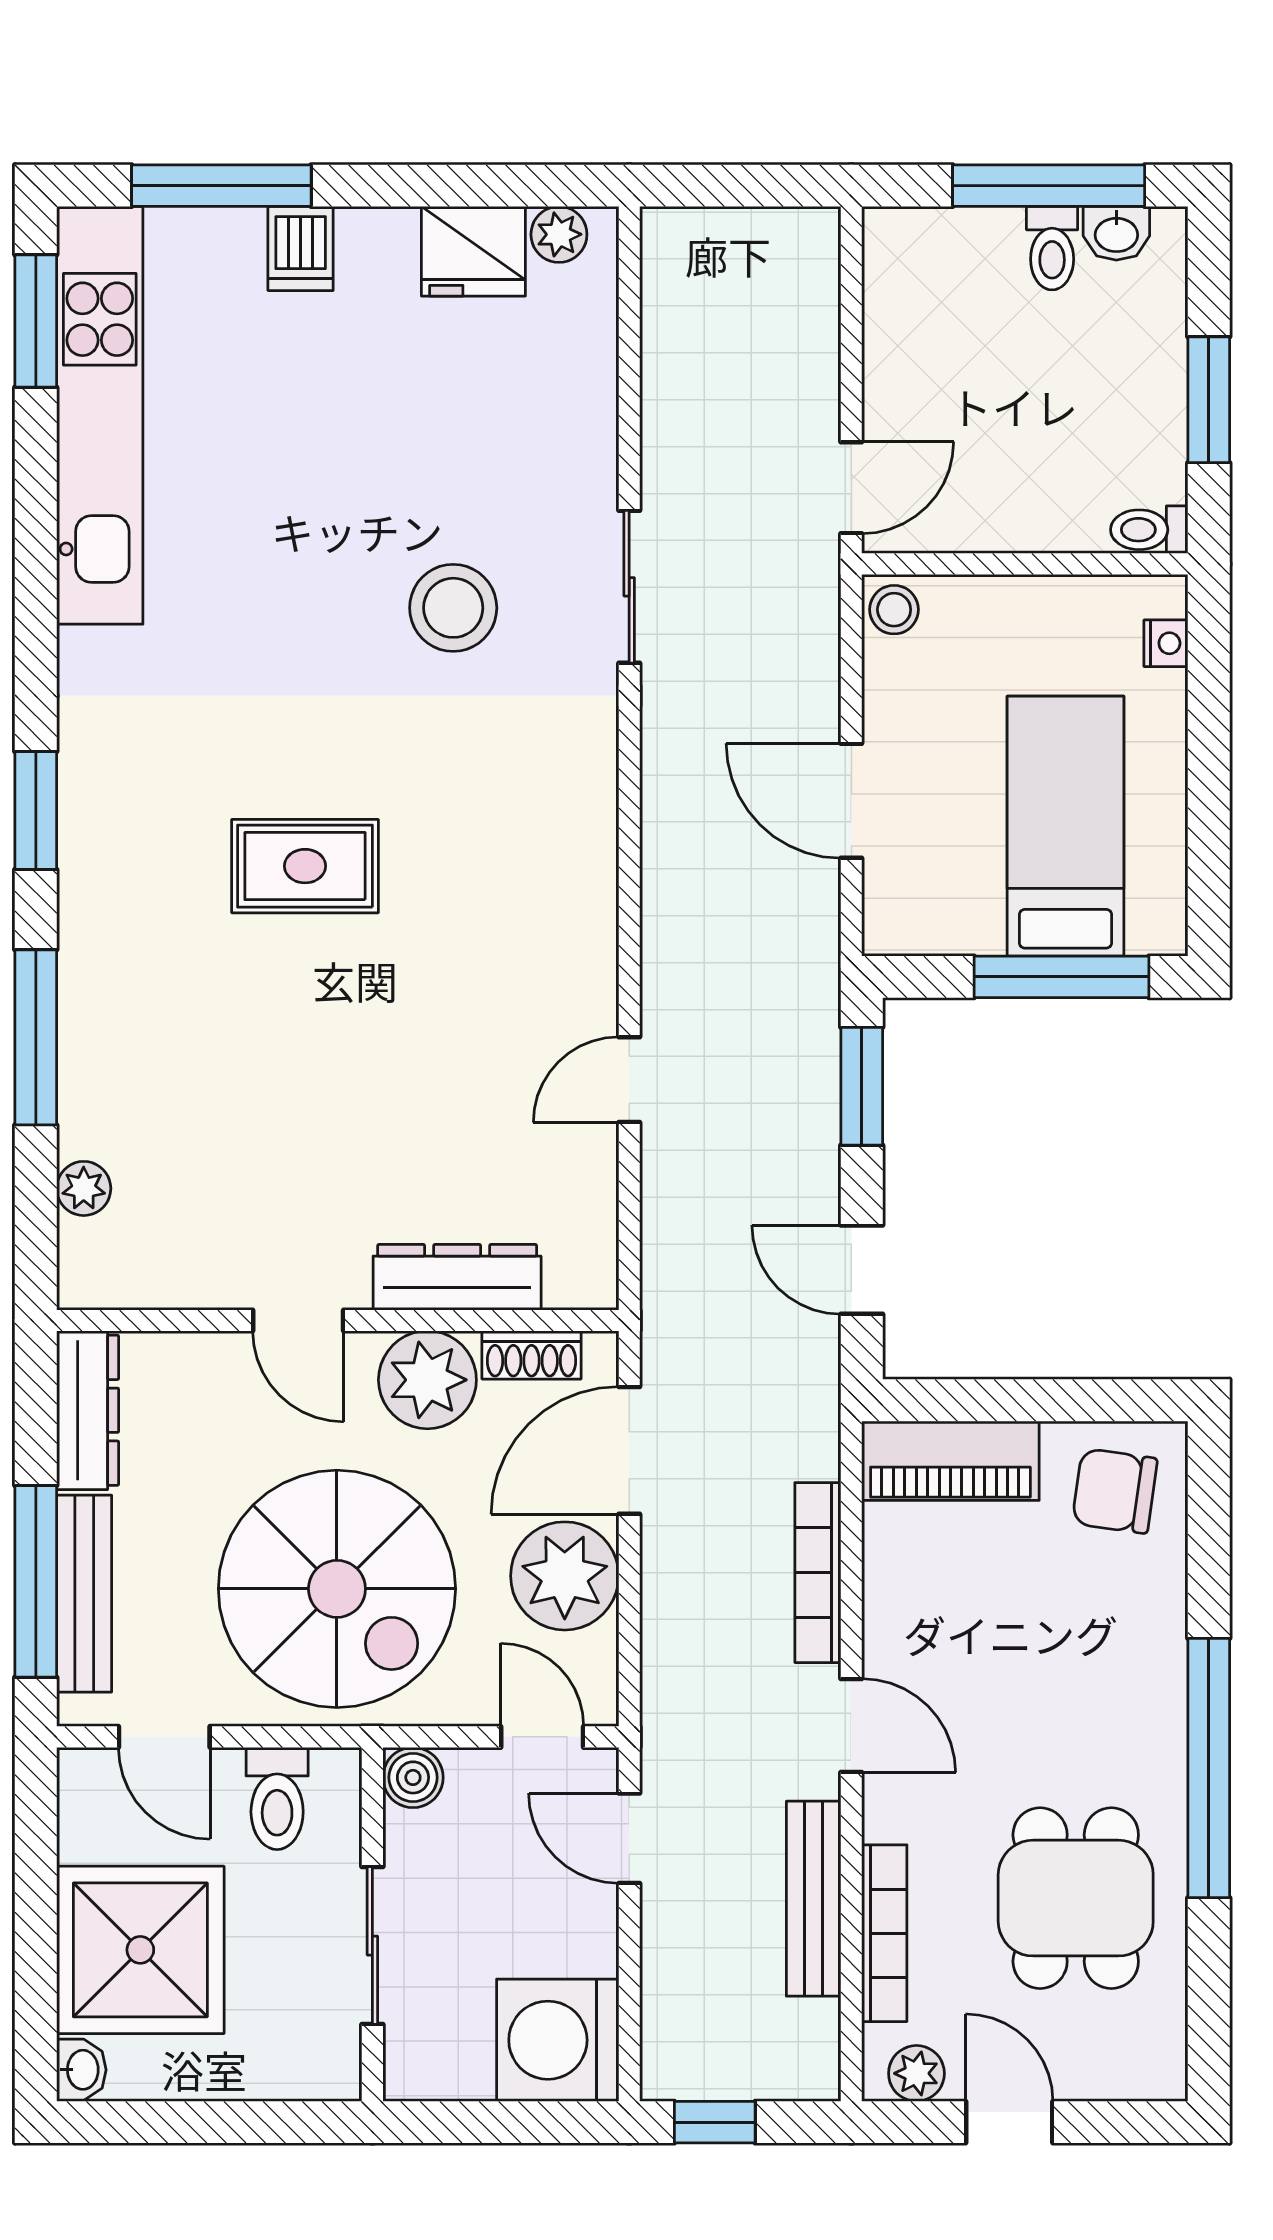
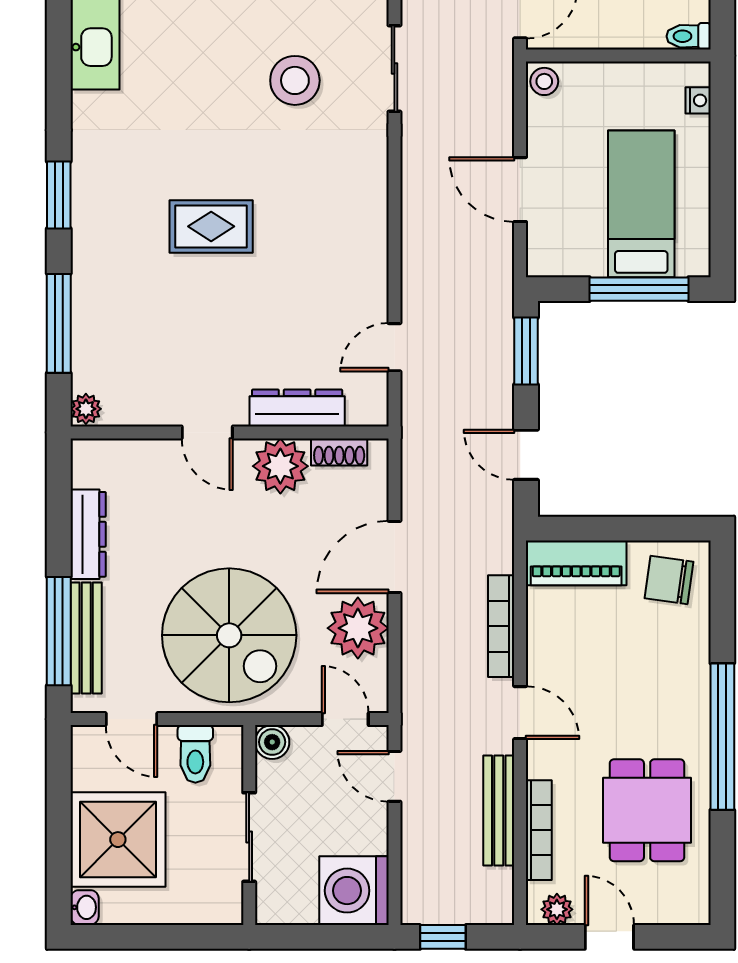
dresser: (457, 1277) -> (297, 408), moved
door: (298, 1320) -> (207, 432), moved
wall: (338, 1320) -> (230, 432), moved
shoe rack: (532, 1355) -> (339, 452), moved
plant: (427, 1380) -> (280, 466), moved

